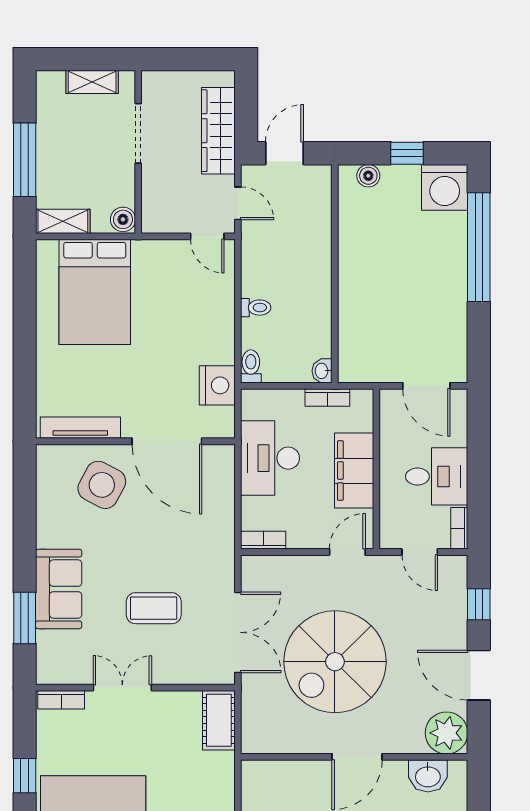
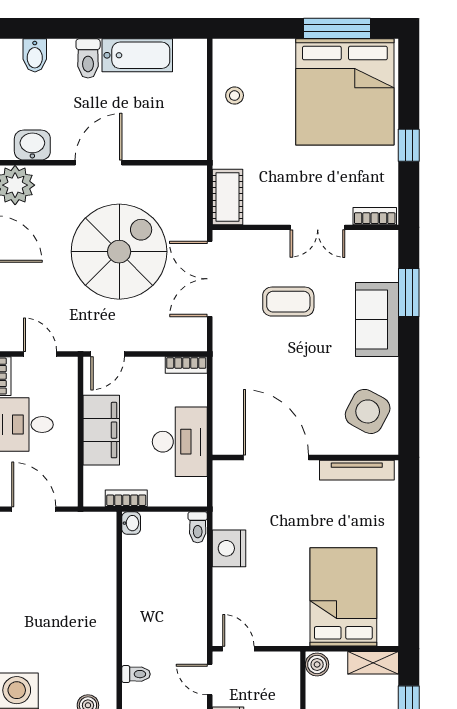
toilet: (256, 308) -> (136, 674), moved, turned 180
nightstand: (217, 385) -> (229, 548), moved
side table: (102, 485) -> (368, 411), moved

